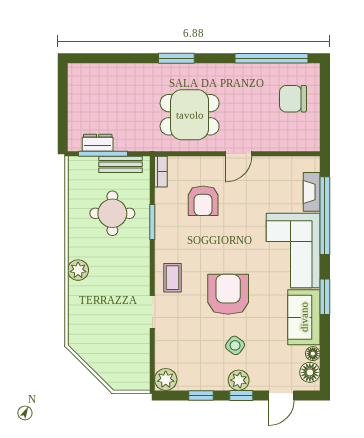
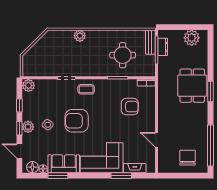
plant: (82, 92) -> (192, 38), added
dining table: (190, 115) -> (192, 86), moved
door: (239, 154) -> (156, 140), moved
bench: (120, 164) -> (150, 42), moved
armchair: (203, 201) -> (130, 107), turned 180
window: (325, 216) -> (121, 176), width x0.47
plant: (78, 270) -> (80, 36), moved
armchair: (228, 294) -> (77, 121), turned 180
window: (325, 297) -> (58, 176), moved

